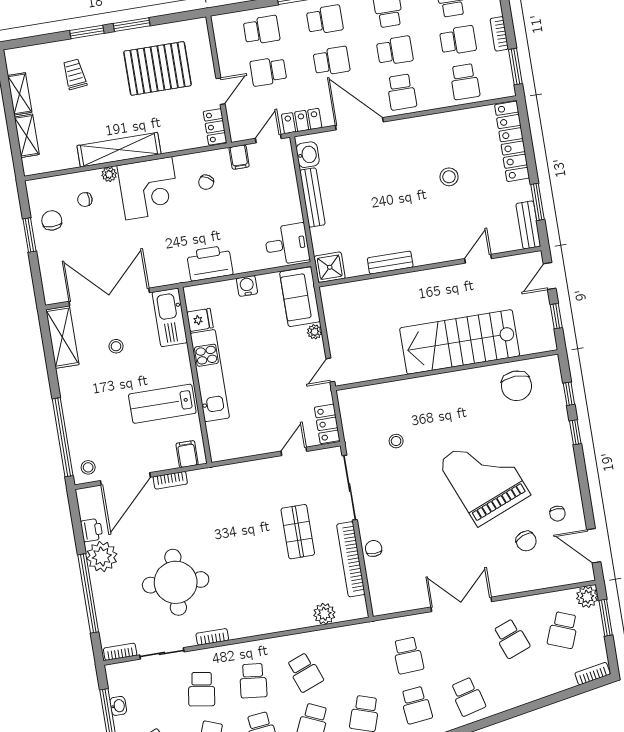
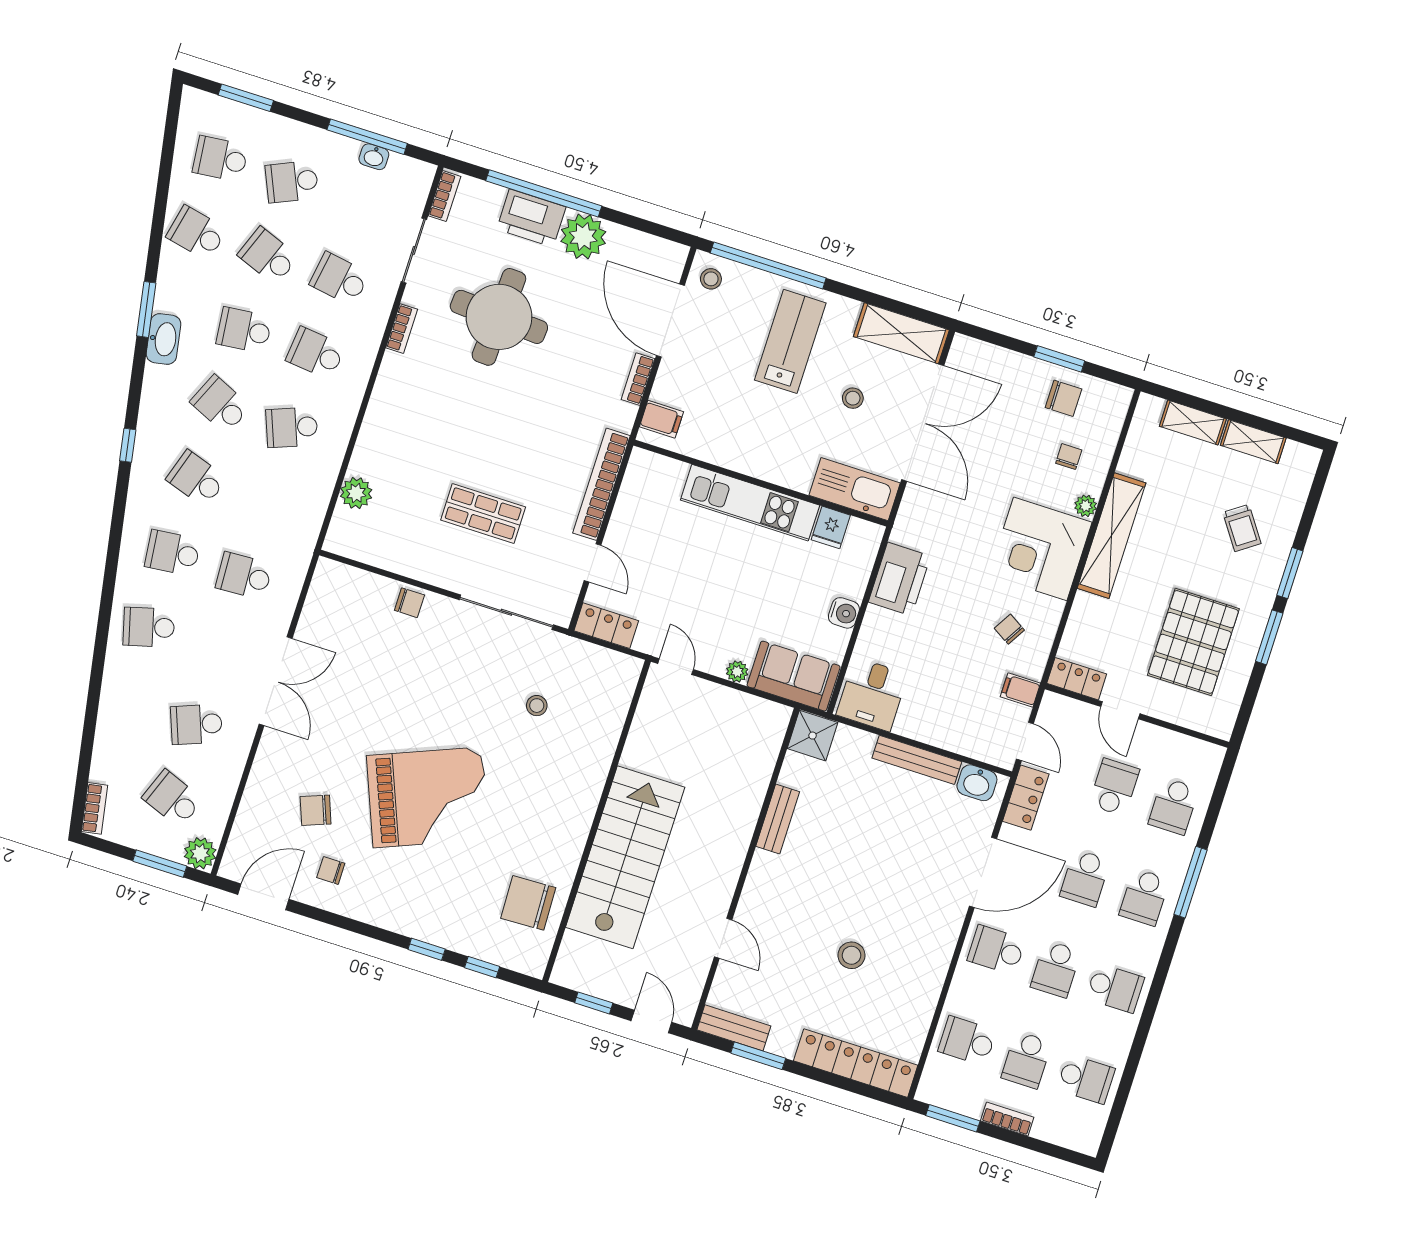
trolley: (75, 74) -> (1242, 528), turned 61
lab bench: (162, 404) -> (790, 341), moved
printer: (92, 530) -> (531, 218), moved, width x1.87, depth x1.48
bookcase: (351, 559) -> (601, 484), moved, turned -90

